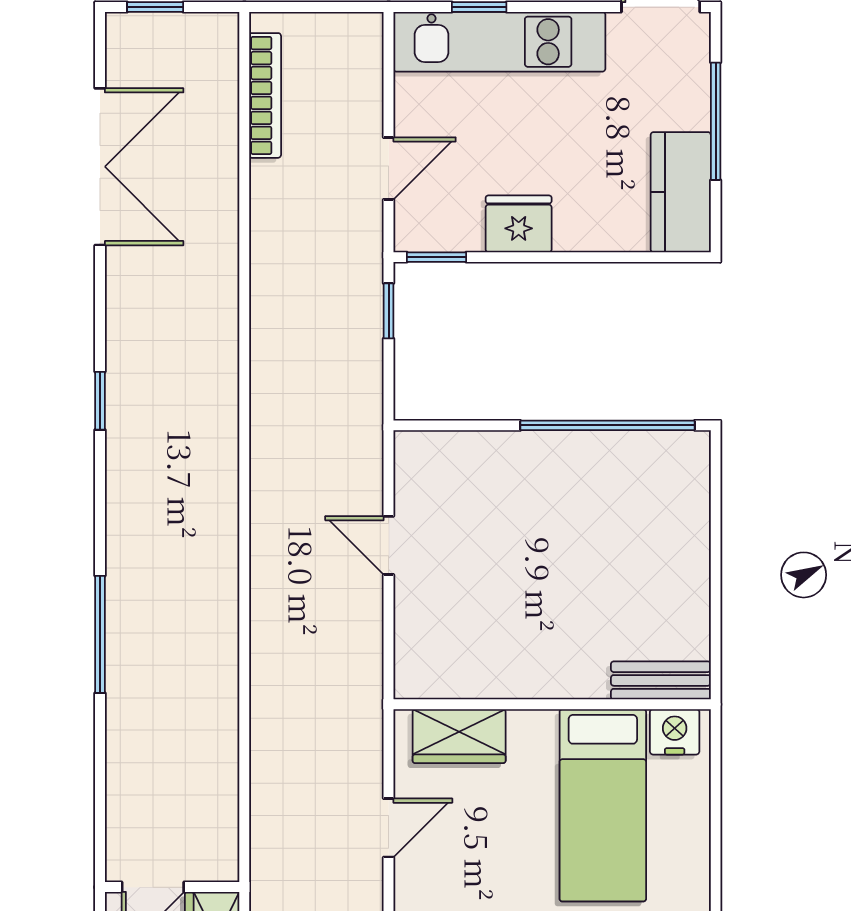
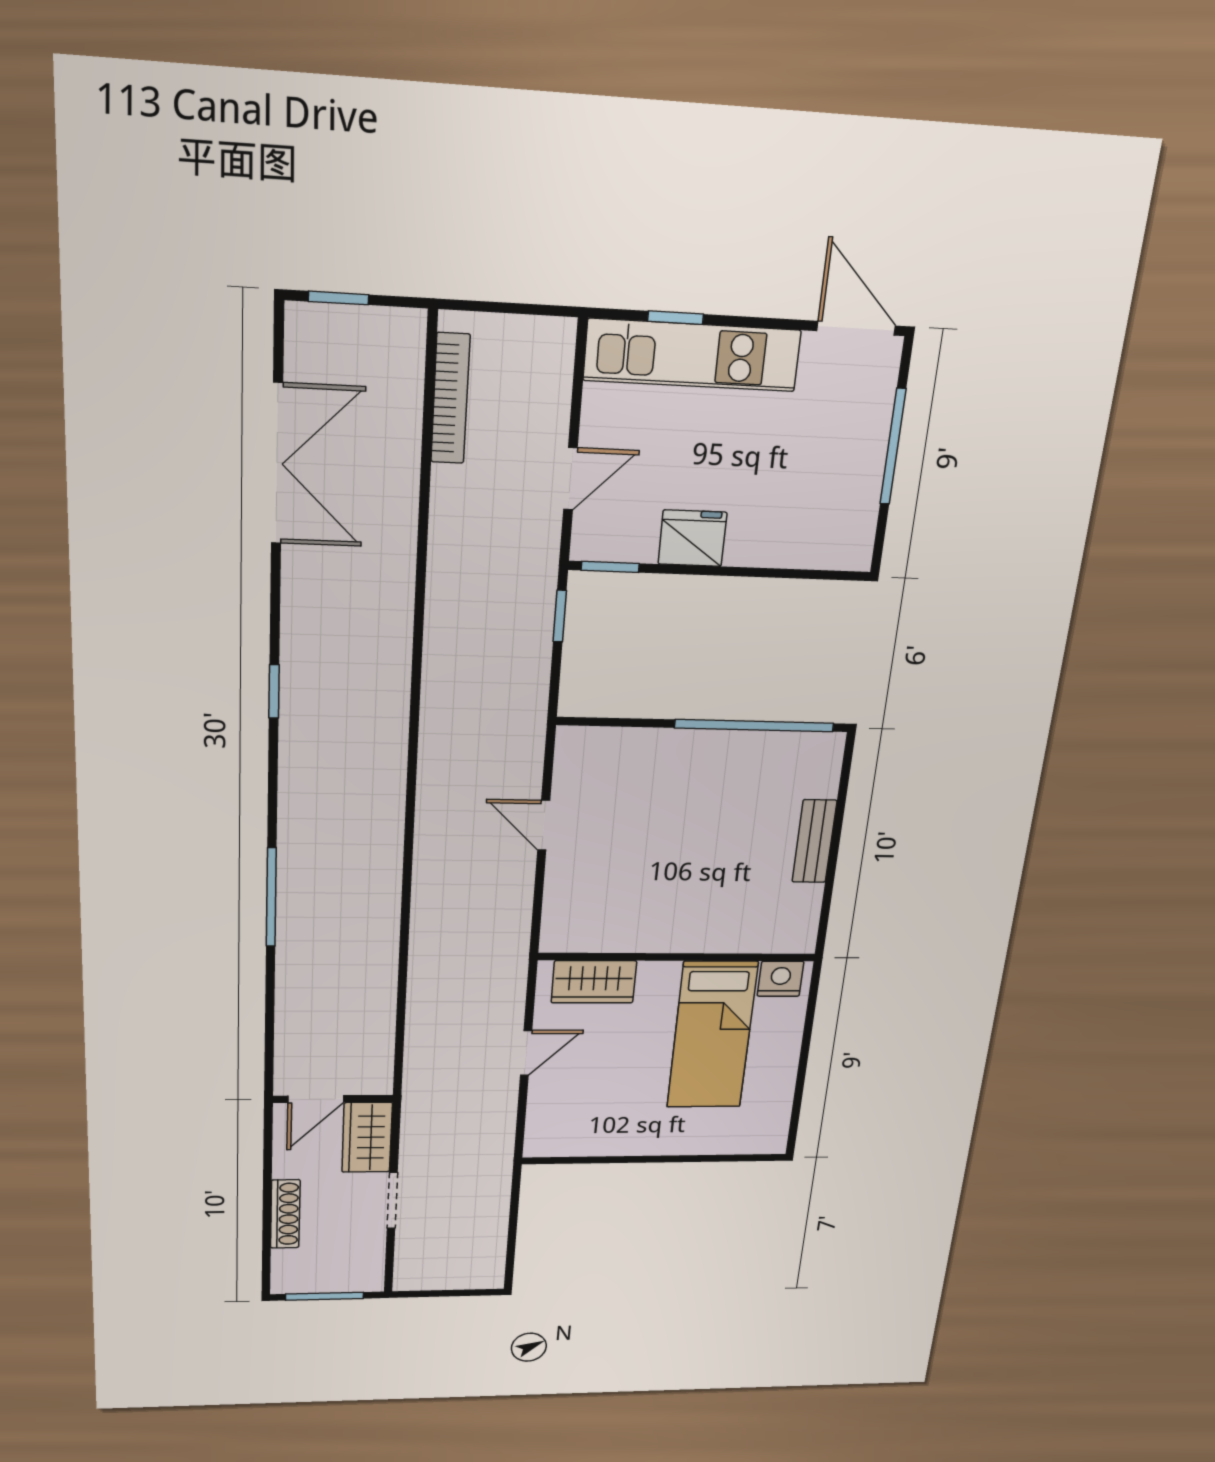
kitchen counter: (681, 192) -> (850, 514), removed
bench: (661, 680) -> (814, 841), moved, turned 90

